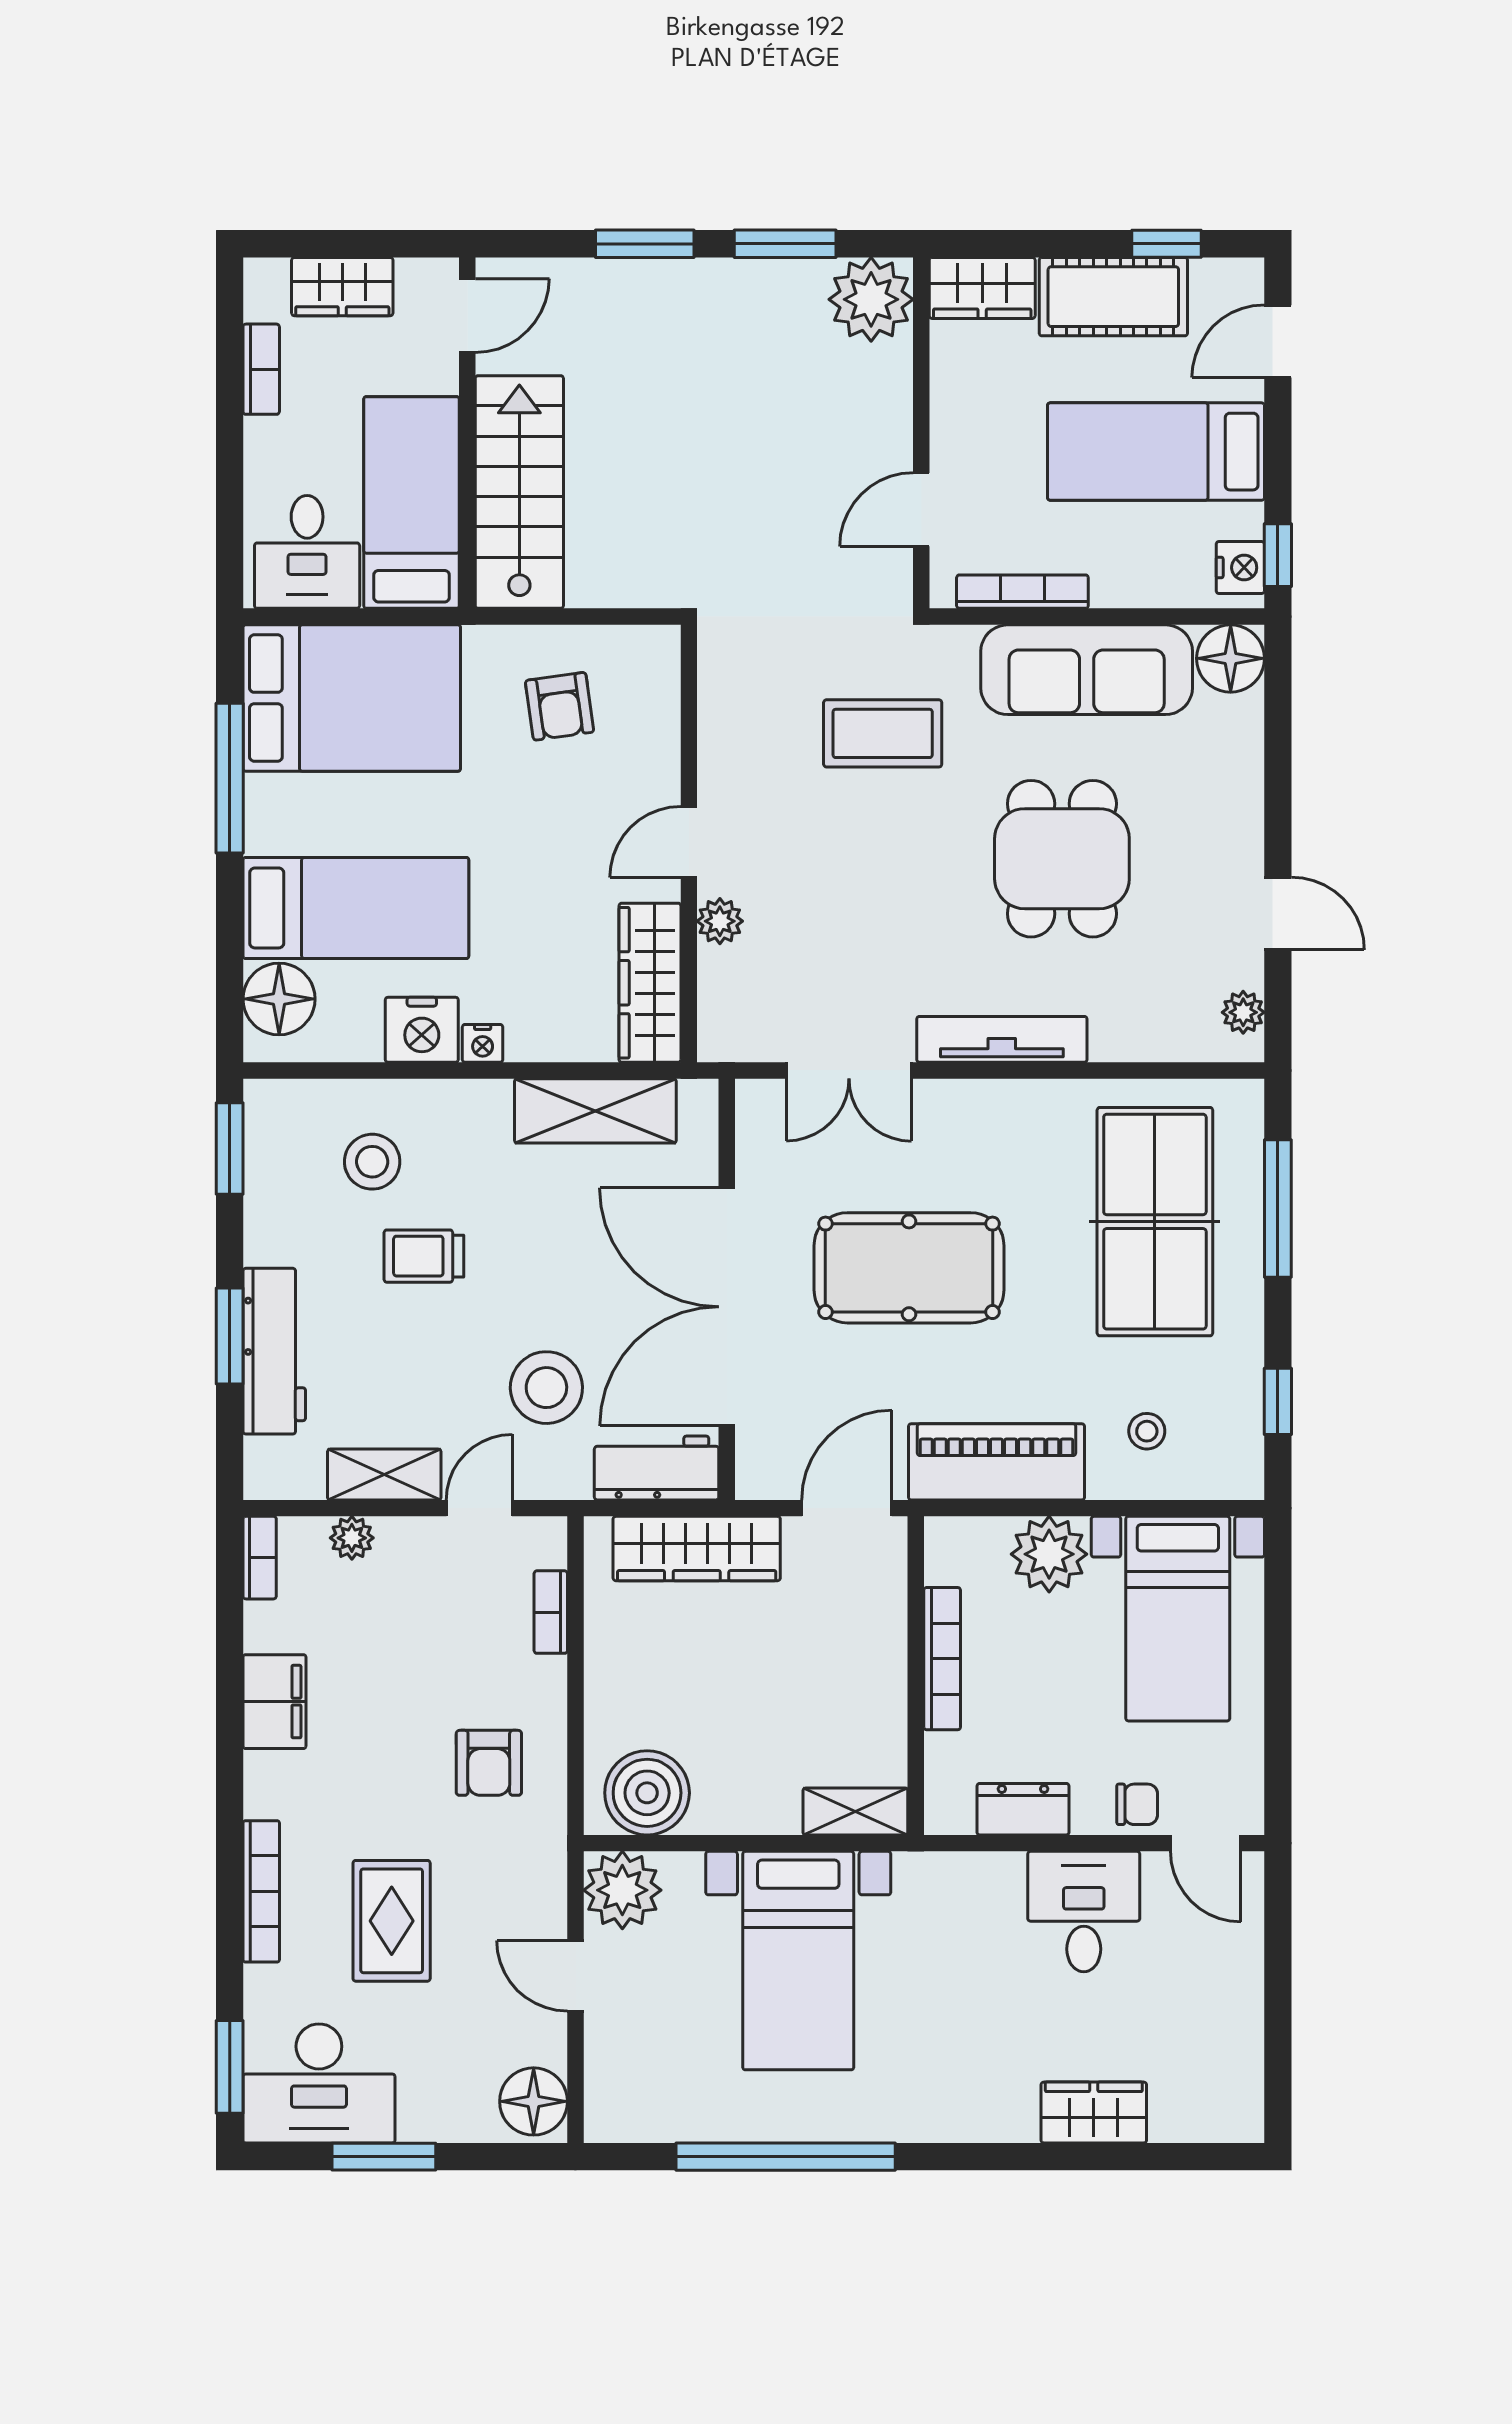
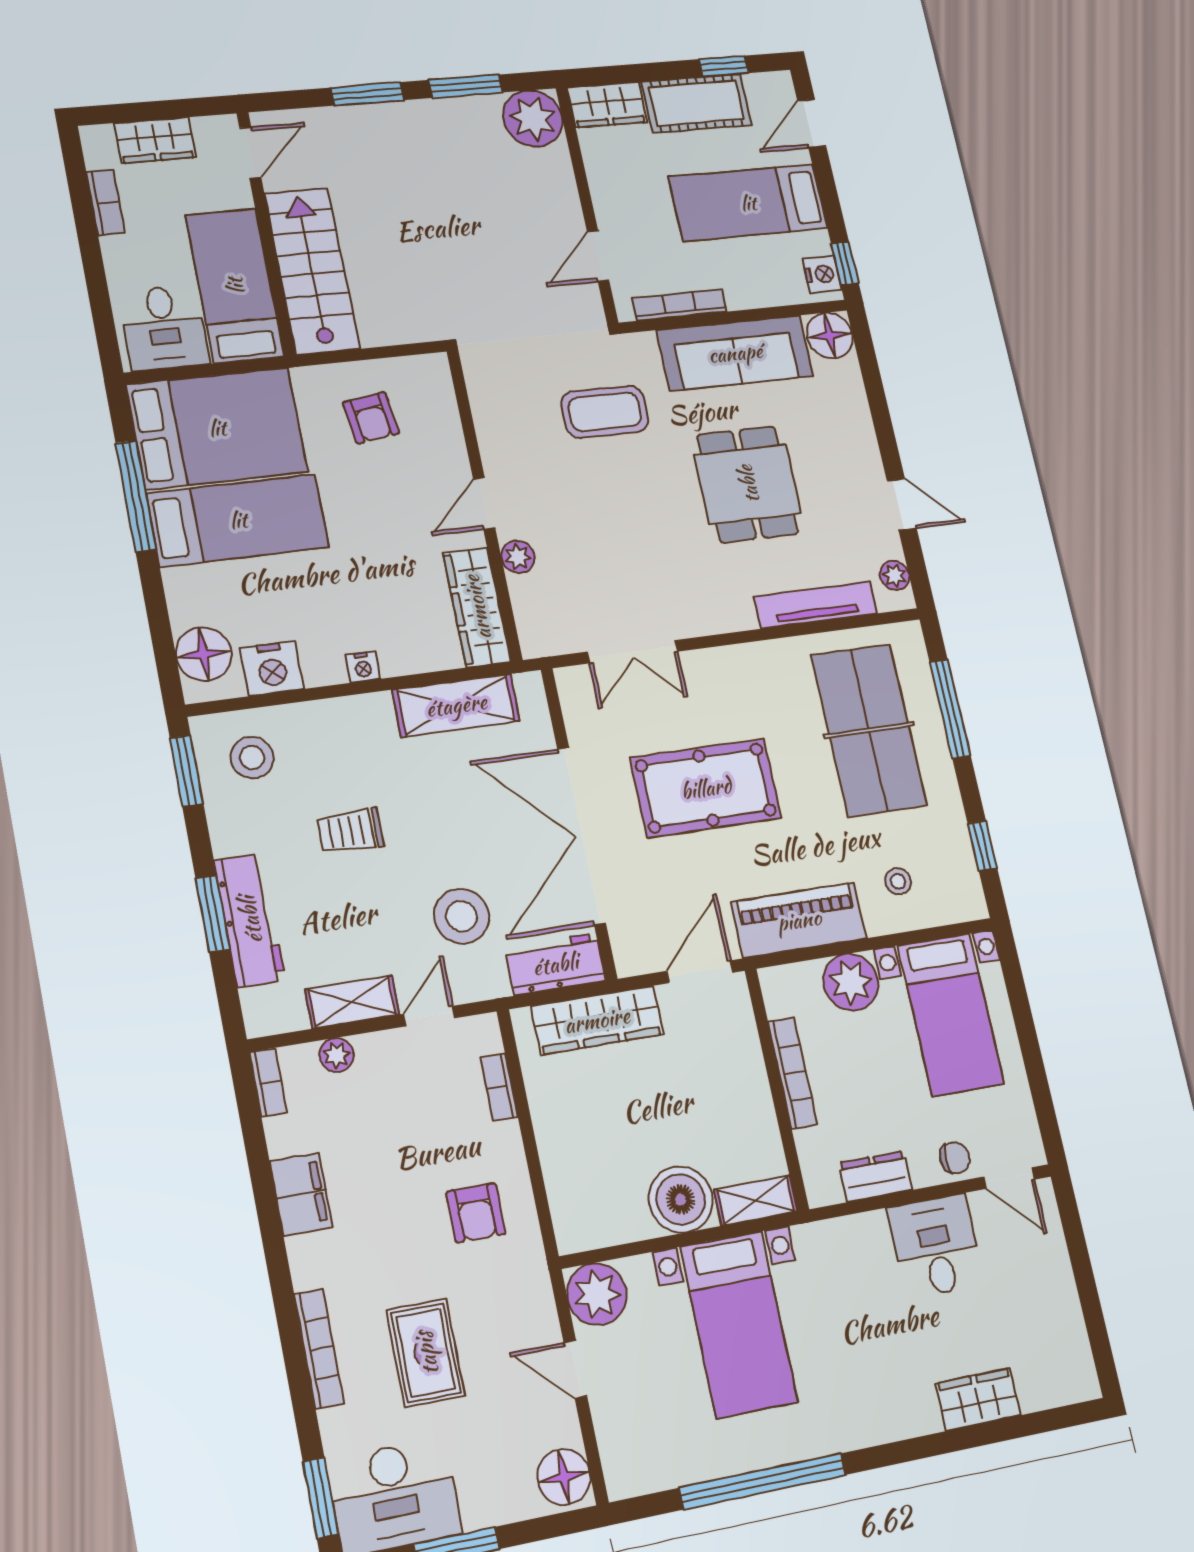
bed: (356, 908) -> (238, 520), moved
nightstand: (422, 1030) -> (272, 668), moved
tv unit: (1002, 1039) -> (816, 605), moved
stool: (372, 1162) -> (252, 757), moved
boiler: (647, 1793) -> (681, 1199), moved

